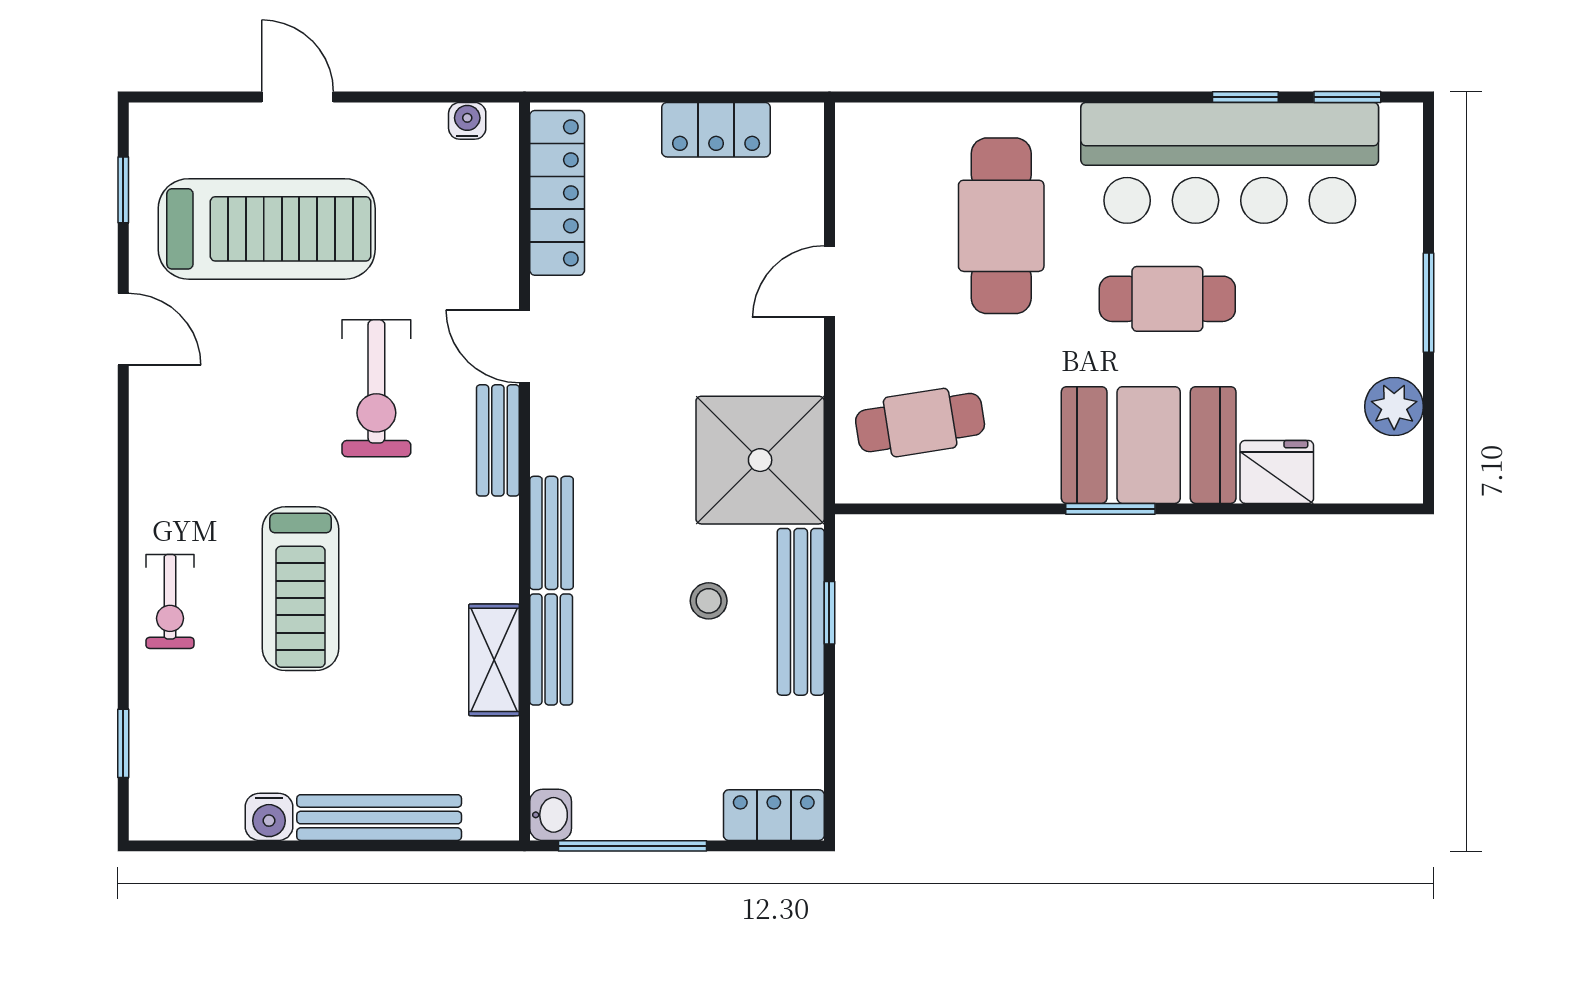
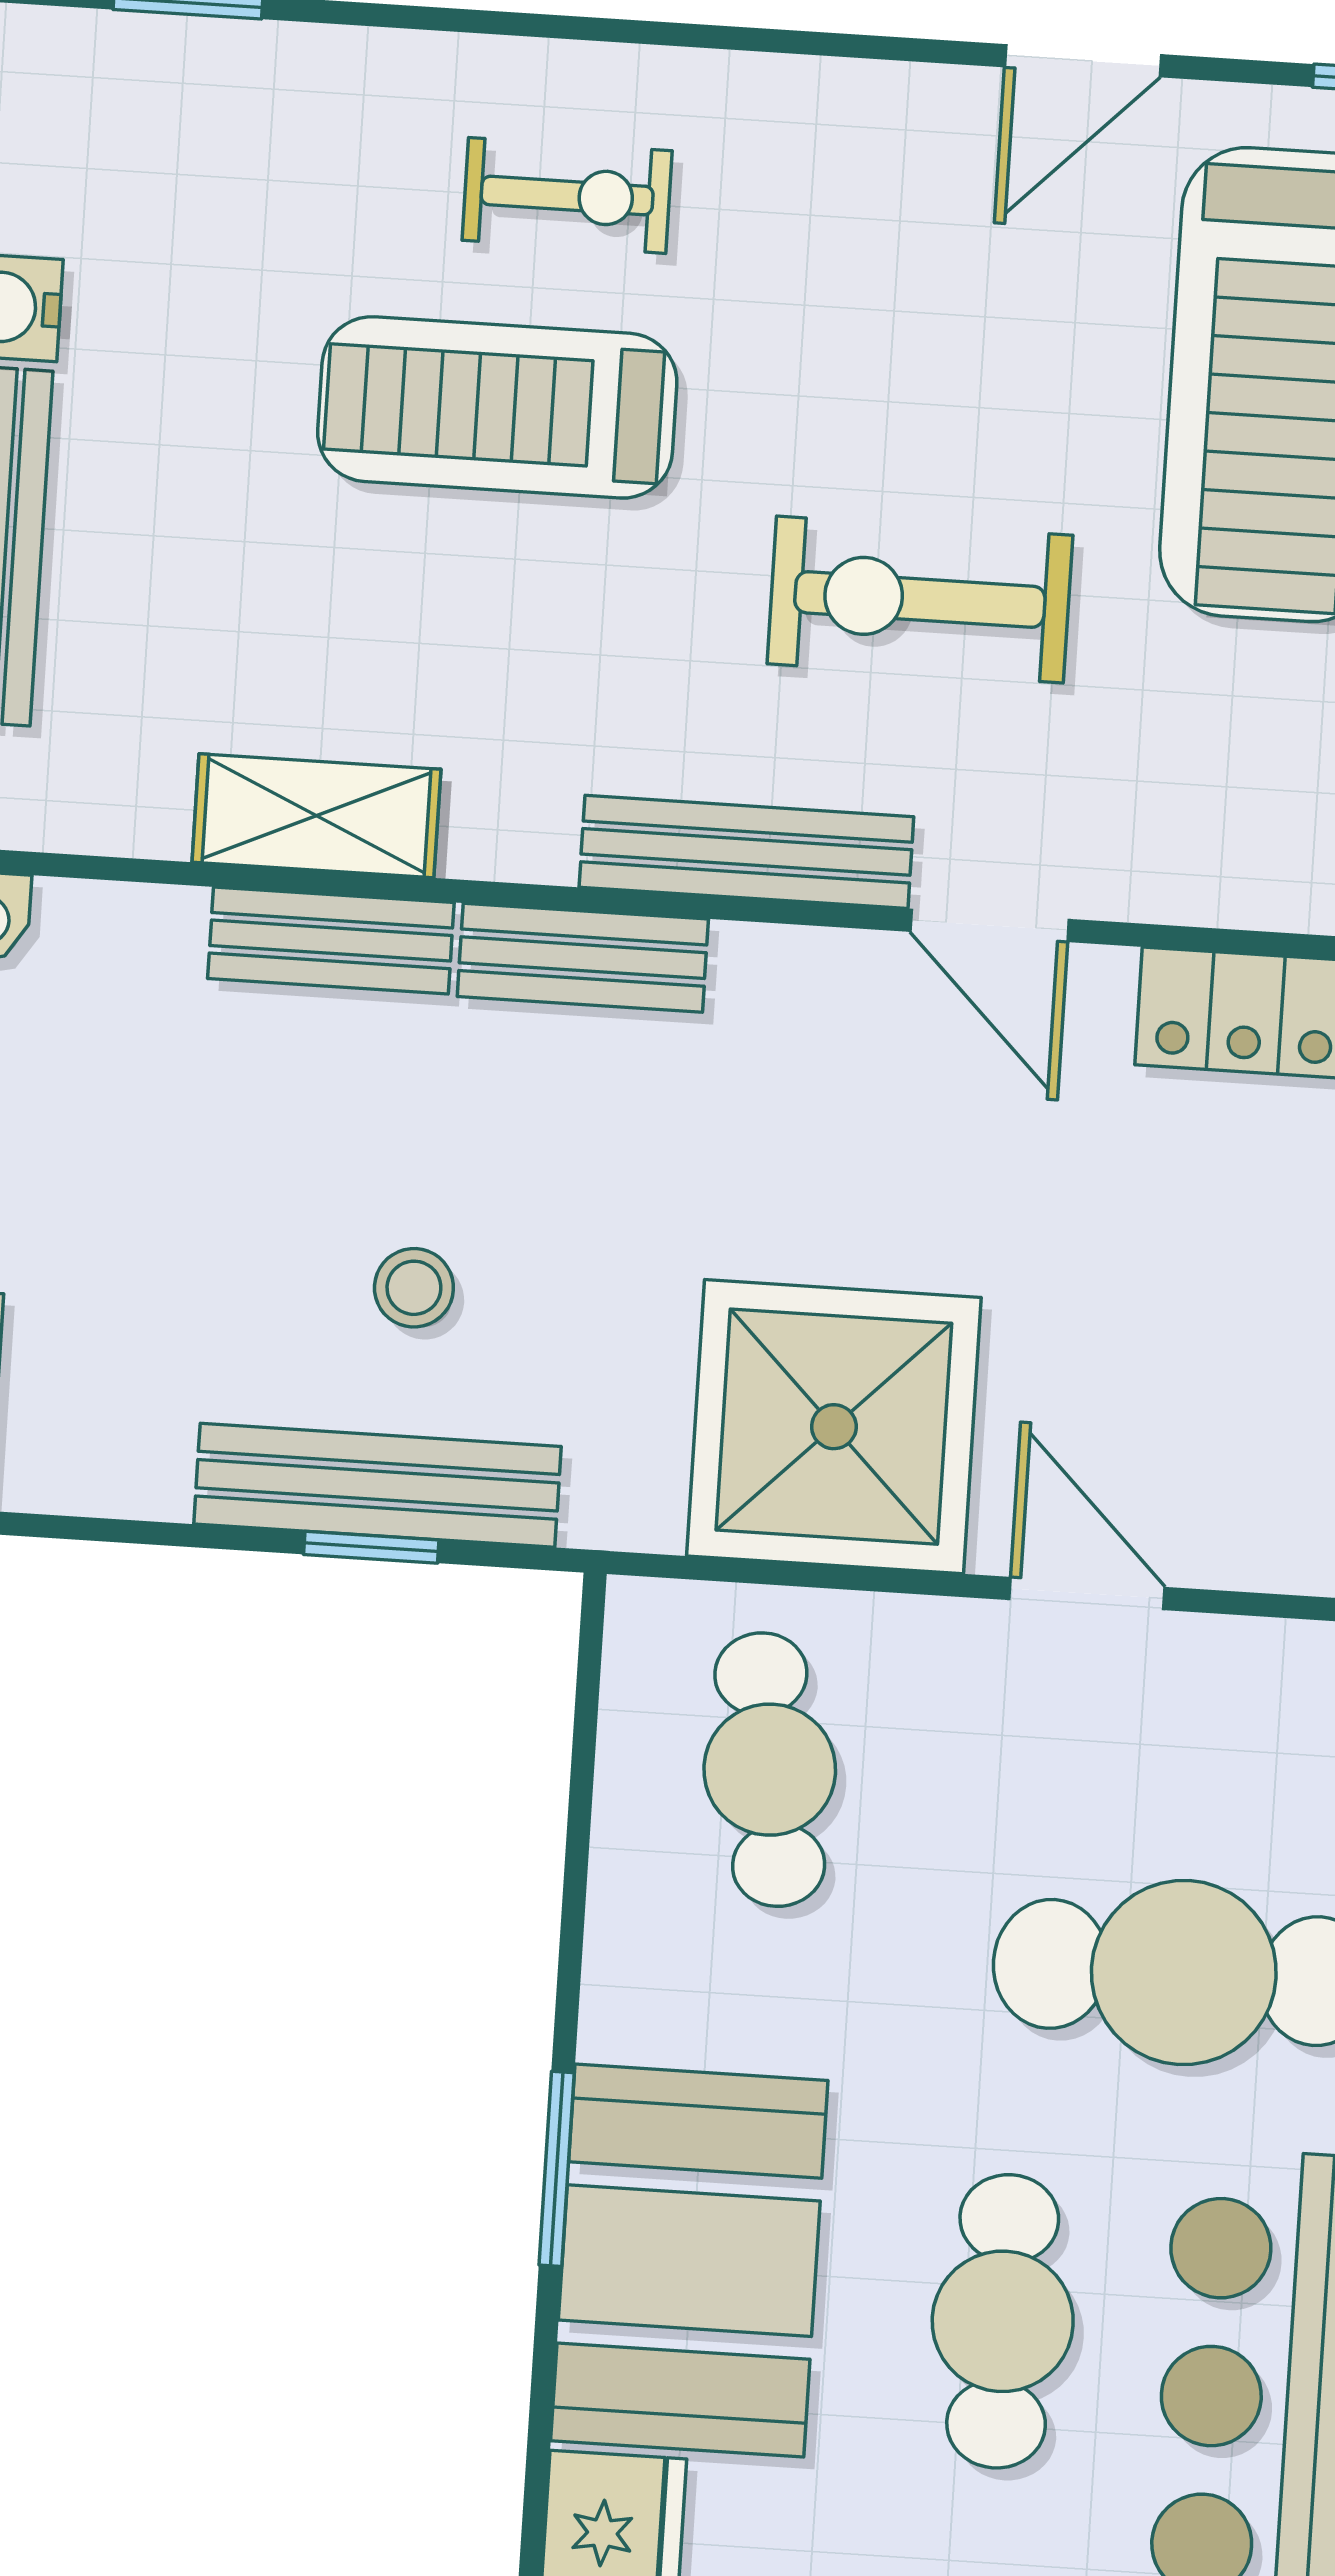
door: (525, 346) -> (990, 925), swing flipped
bench: (498, 440) -> (746, 852), width x1.36
shower: (760, 460) -> (834, 1427), moved
exercise bike: (170, 601) -> (567, 195), moved, turned 180

